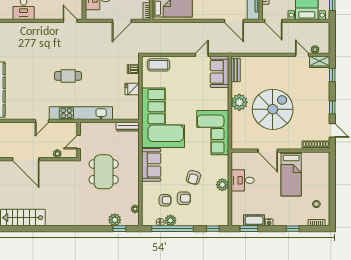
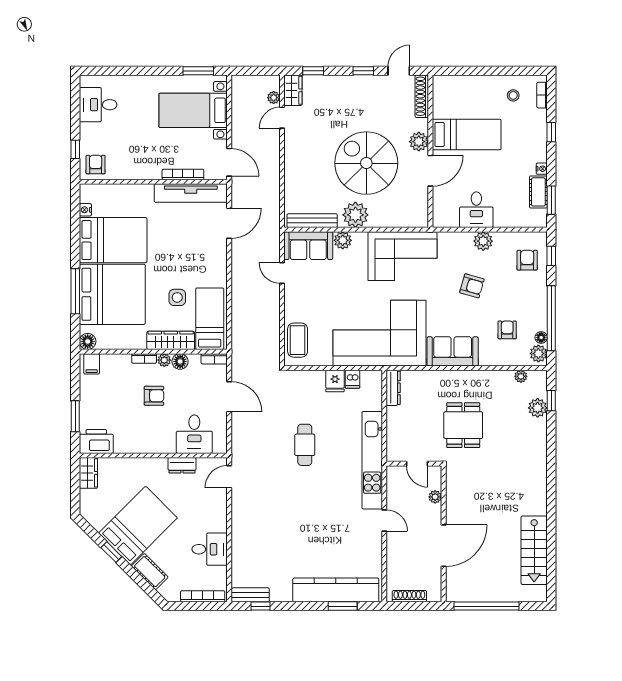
door: (273, 21) -> (229, 162), hinge flipped
dishwasher: (133, 69) -> (353, 379), moved
bench: (236, 70) -> (312, 221), width x1.36
cafe table: (68, 76) -> (305, 445), moved
plant: (223, 94) -> (343, 240), added
plant: (287, 143) -> (419, 142), added
dining table: (104, 172) -> (463, 425), width x0.73
armchair: (184, 198) -> (527, 260), moved
plant: (170, 220) -> (538, 354), moved

